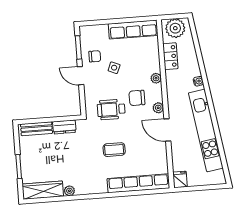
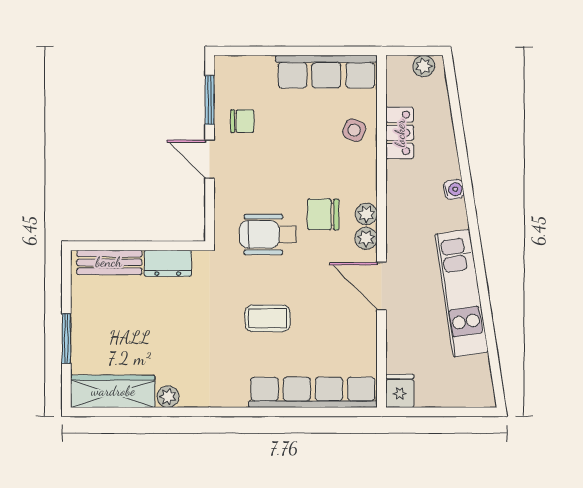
plant: (175, 28) -> (424, 66), width x0.53, depth x0.53
side table: (114, 68) -> (354, 130), moved
plant: (156, 78) -> (366, 214), moved
kitchen unit: (206, 130) -> (462, 293), width x0.73

